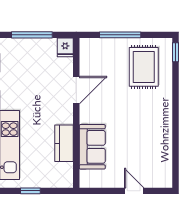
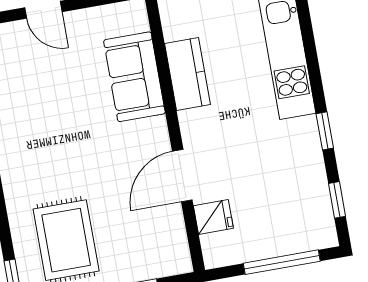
fridge: (65, 47) -> (213, 217), moved, turned 90

